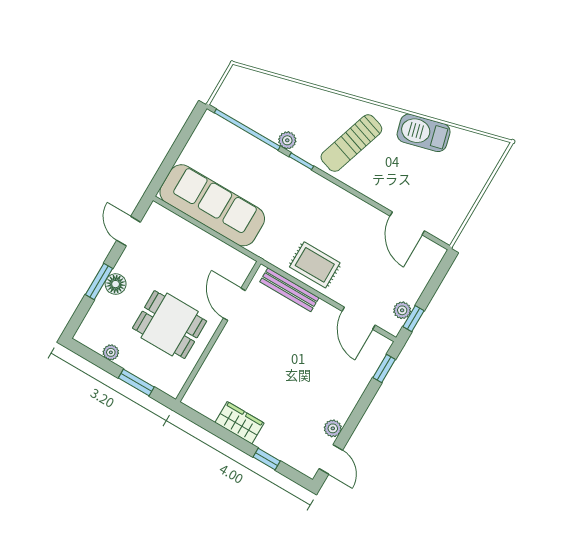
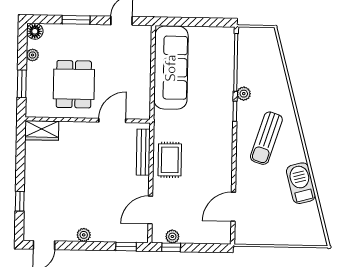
sun lounger: (351, 143) -> (266, 138), turned -90
floor lamp: (116, 284) -> (35, 31), moved
wardrobe: (240, 423) -> (42, 130), moved, turned 90
plant: (333, 428) -> (84, 235), moved

